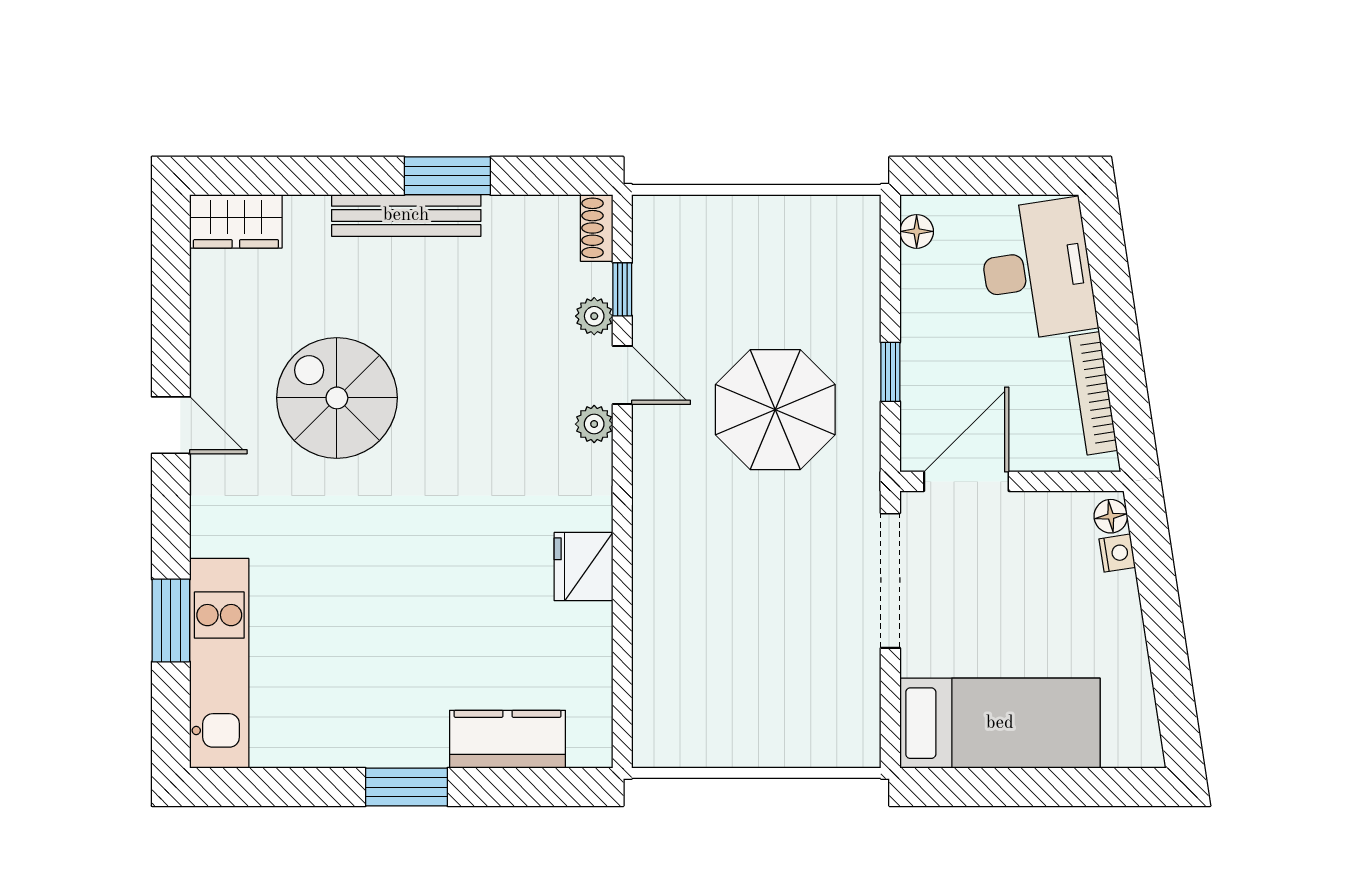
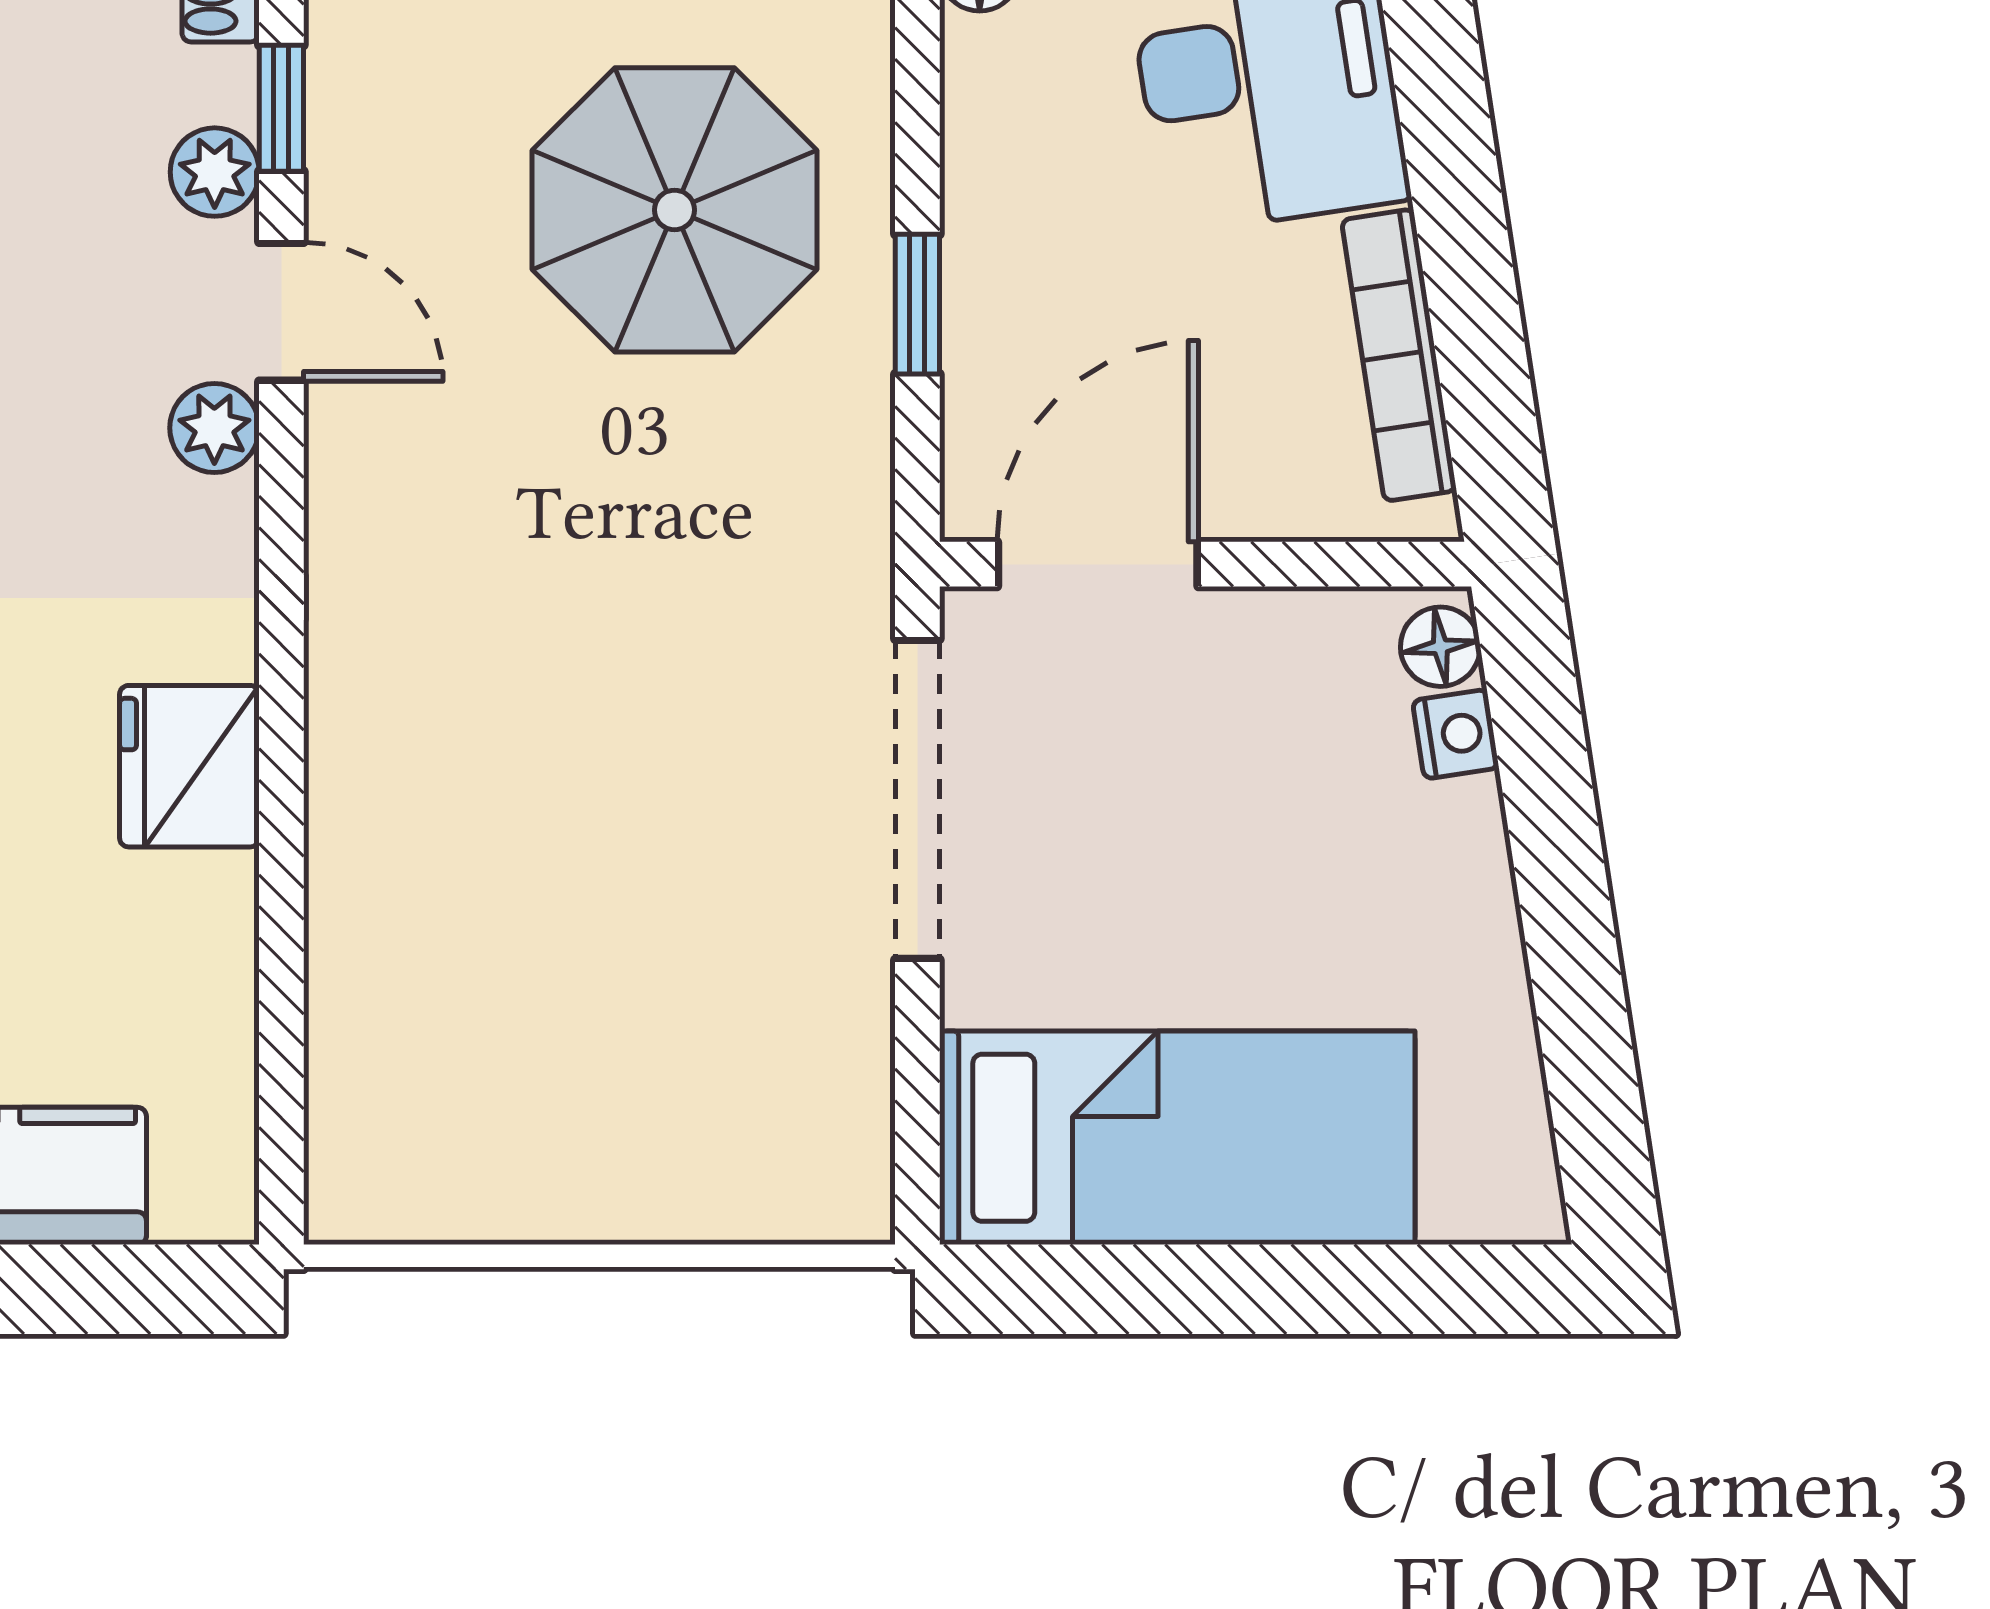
parasol: (775, 410) -> (675, 210), moved

